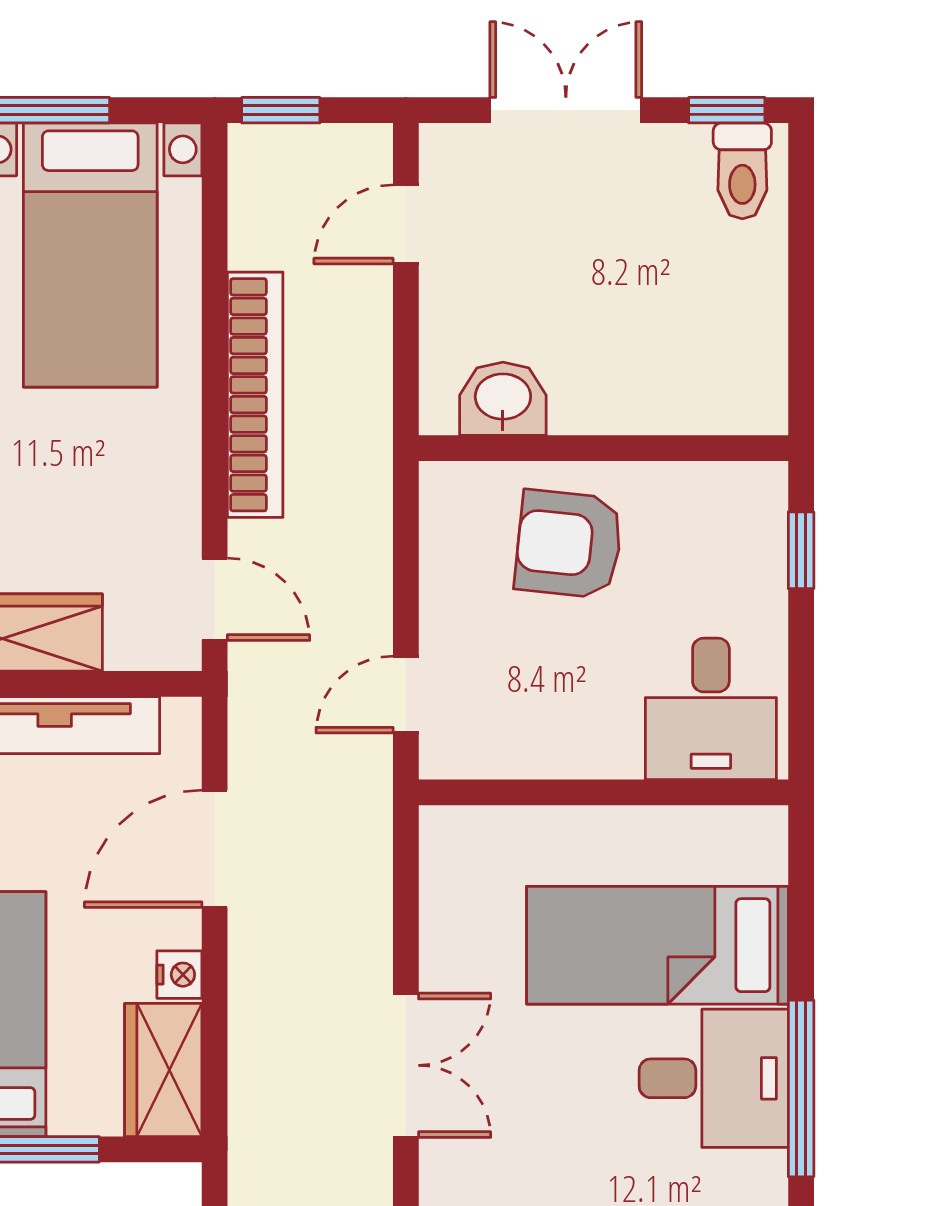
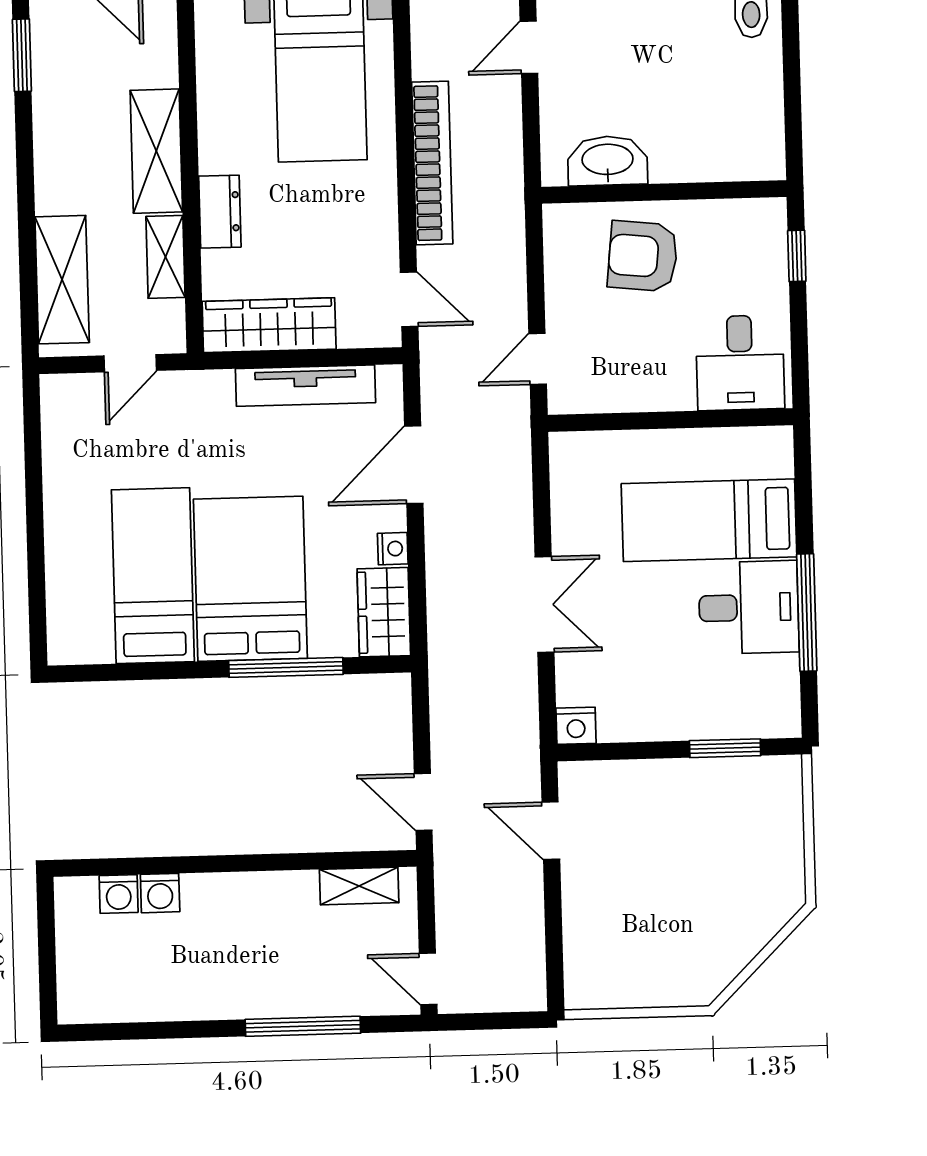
washbasin: (503, 399) -> (608, 161), width x1.38

